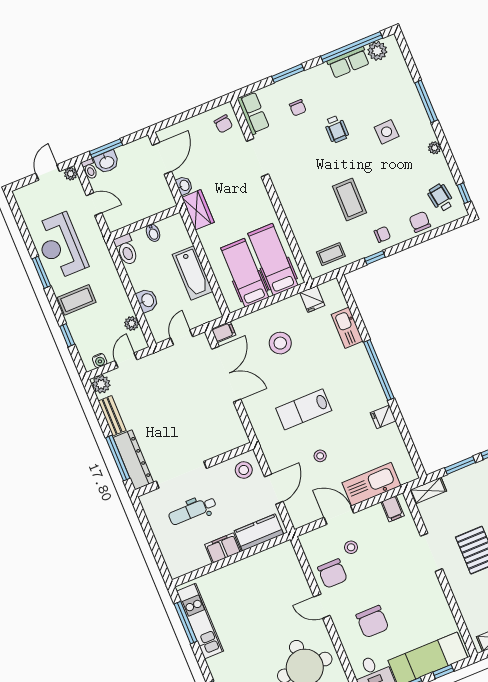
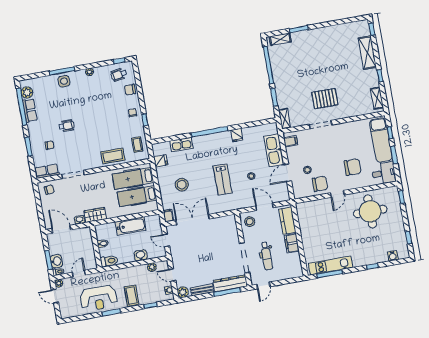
side table: (387, 132) -> (64, 81), moved
coffee table: (349, 199) -> (113, 156), moved
door: (142, 516) -> (263, 286), added

